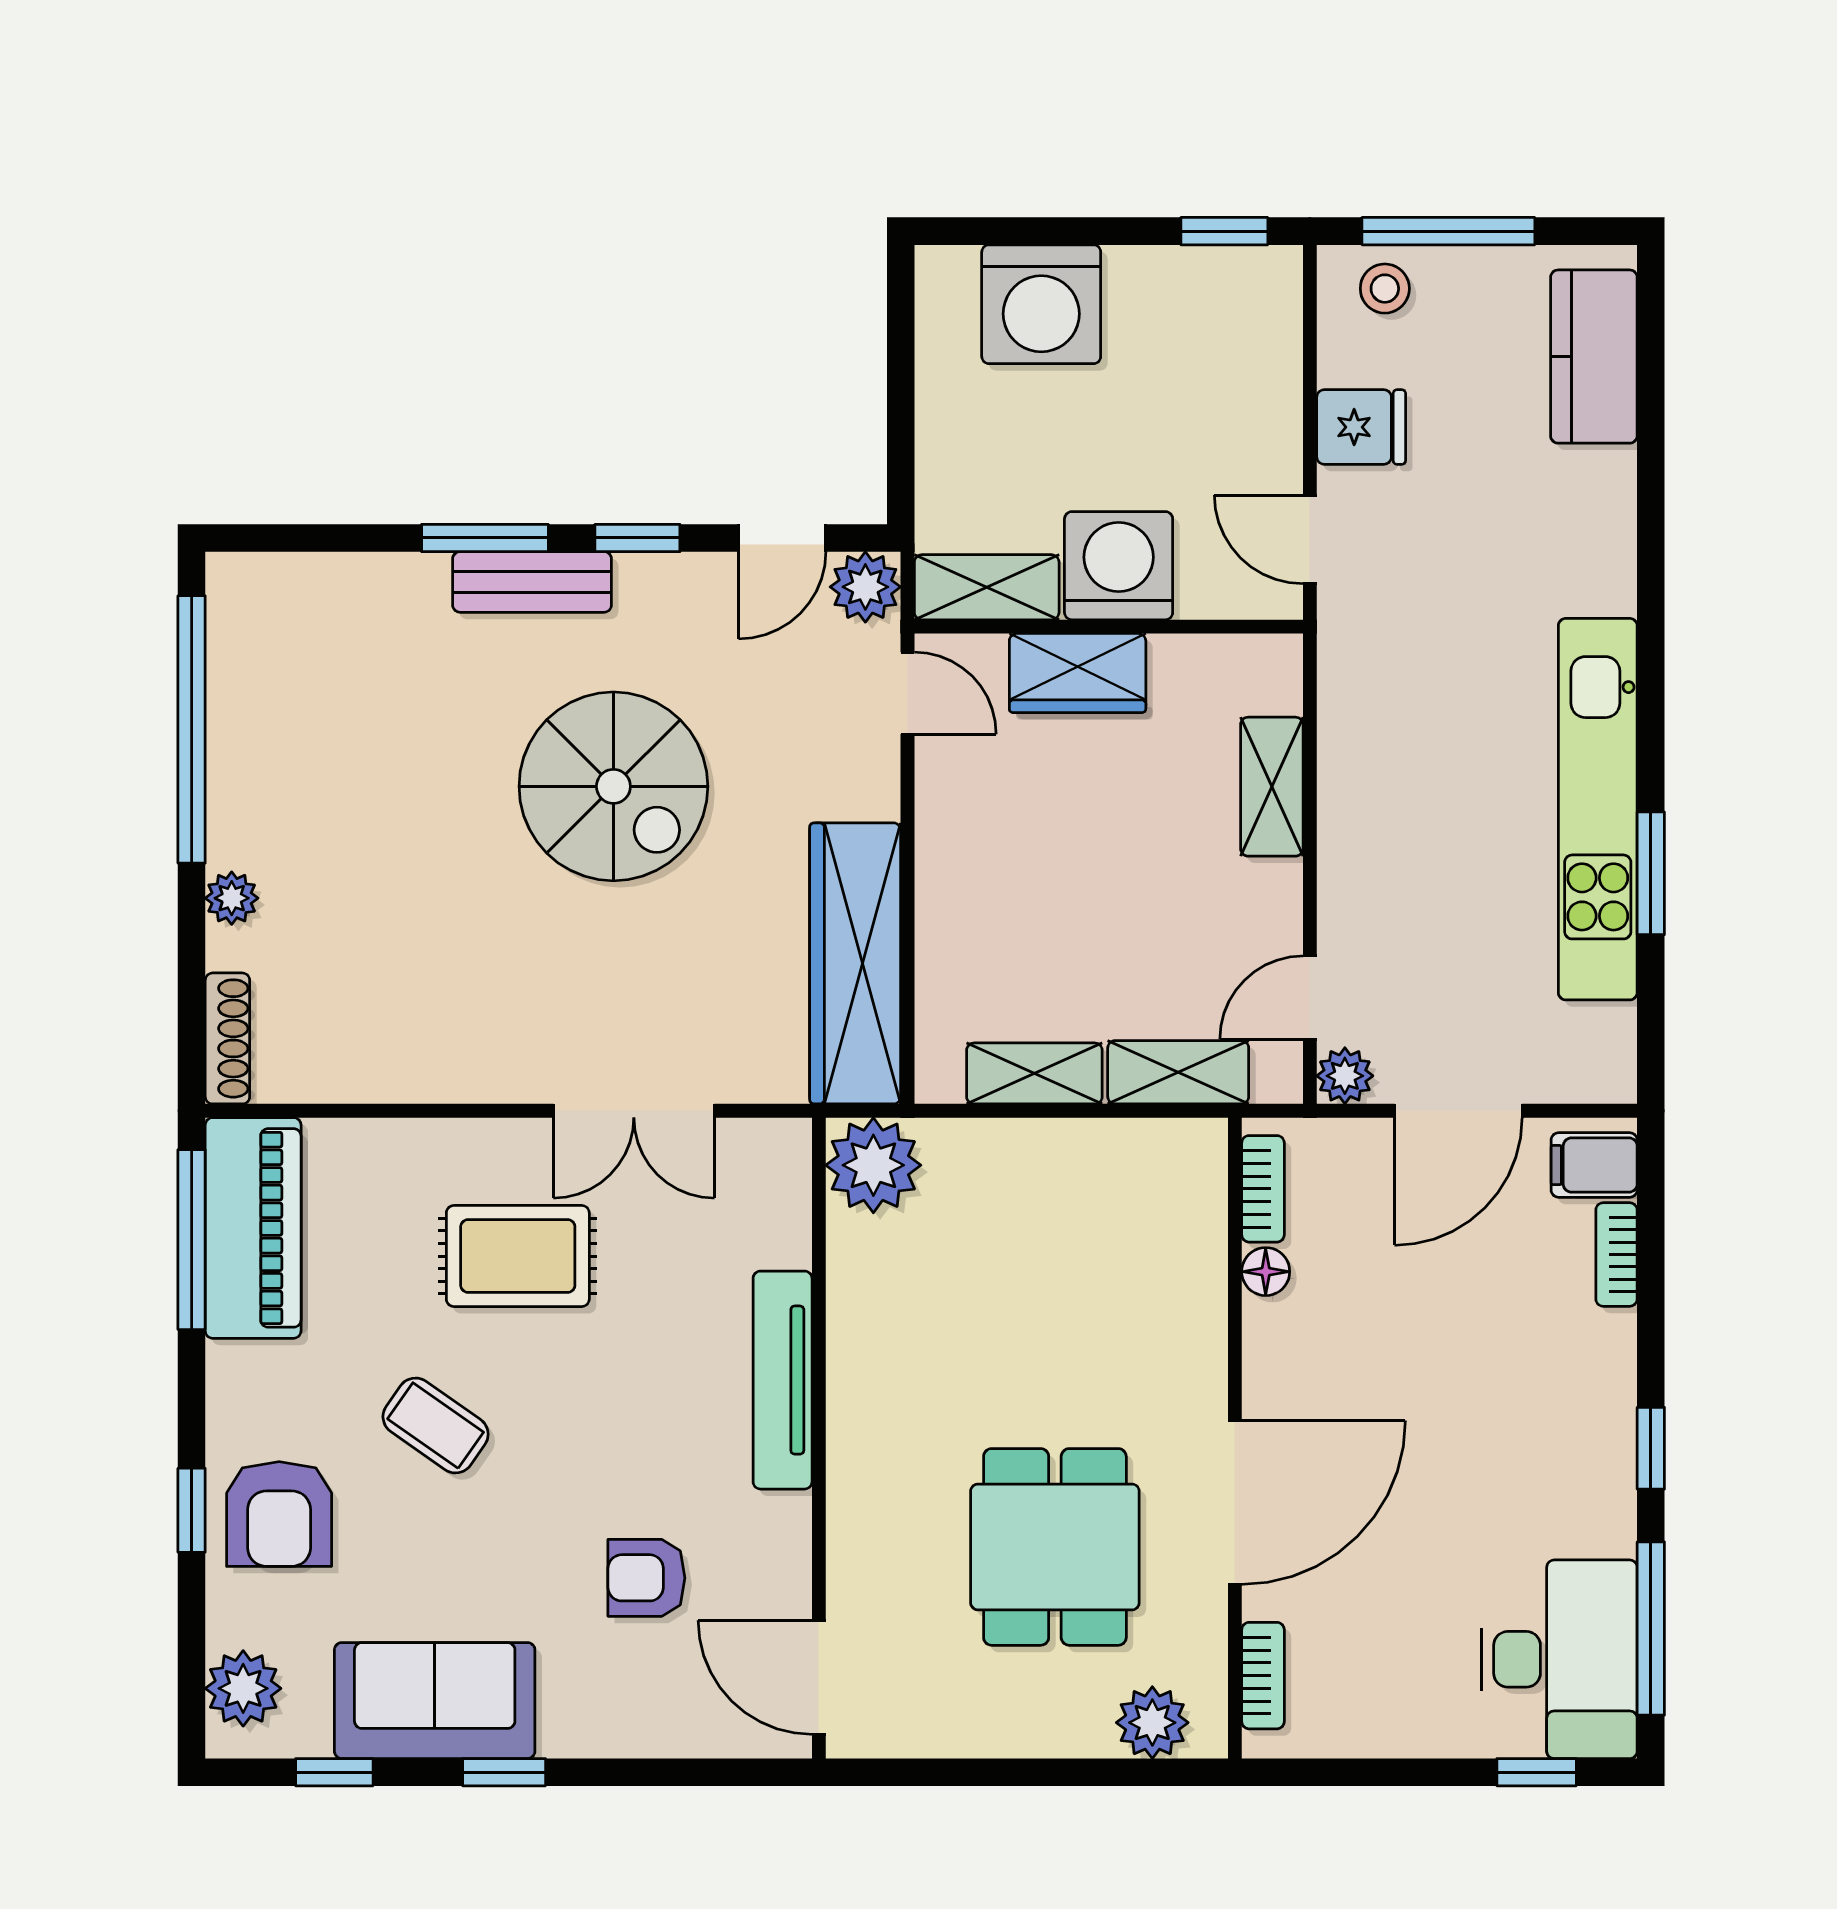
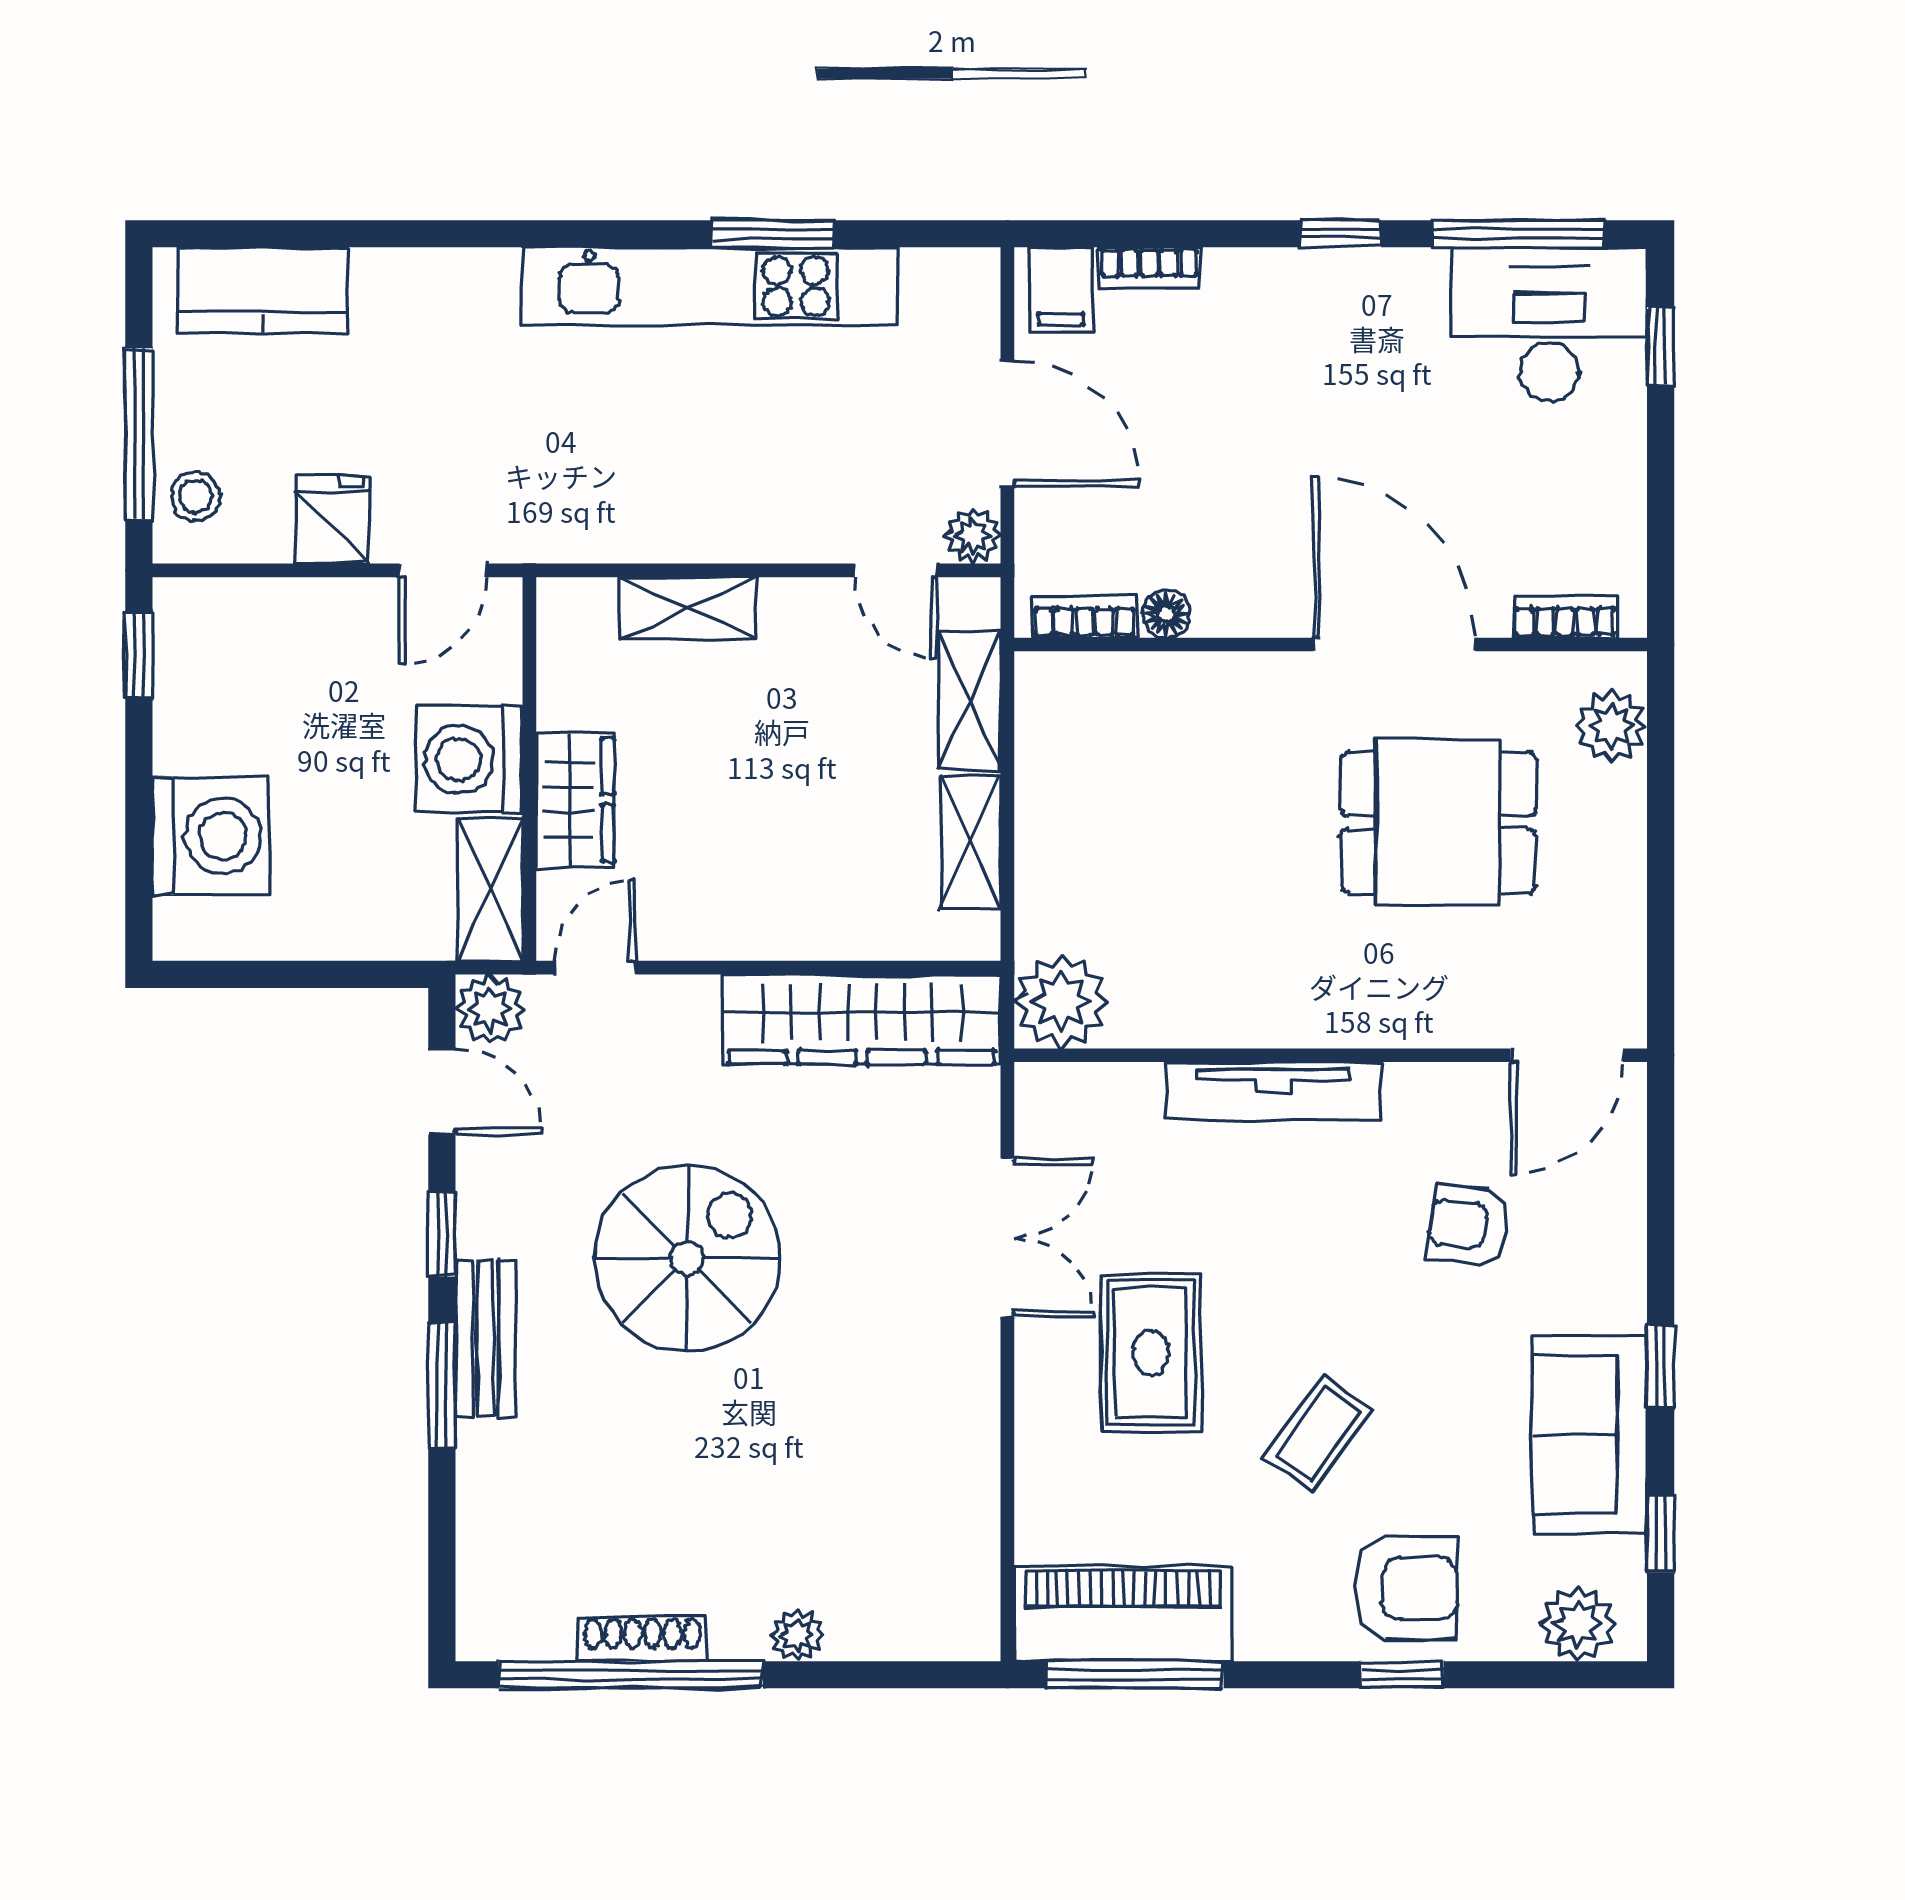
shoe rack: (227, 1038) -> (643, 1639), moved
armchair: (646, 1578) -> (1469, 1226), turned 98

